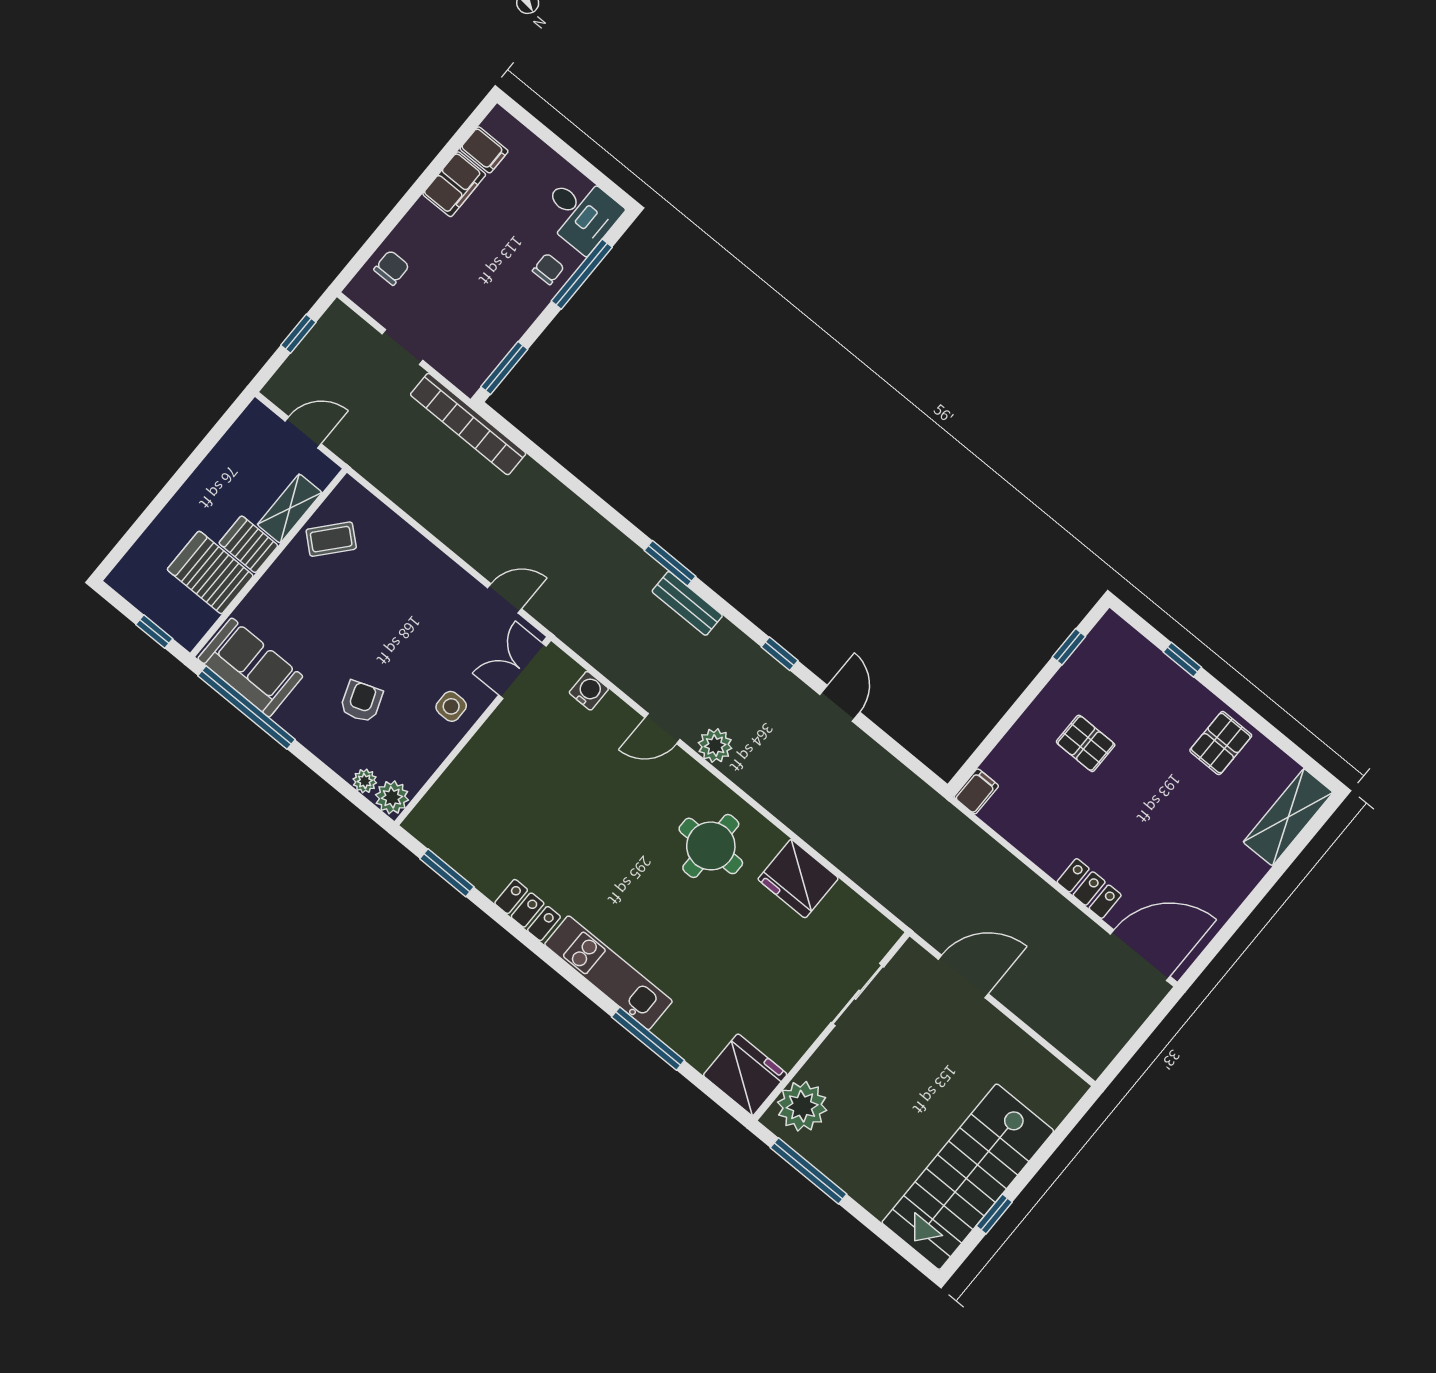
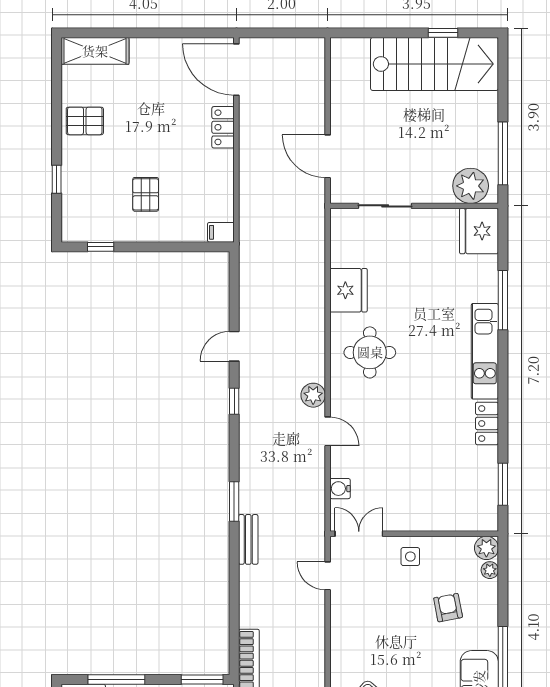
bench: (687, 603) -> (248, 539), moved
double door: (522, 671) -> (359, 534), swing flipped
armchair: (361, 702) -> (448, 608), turned 99

